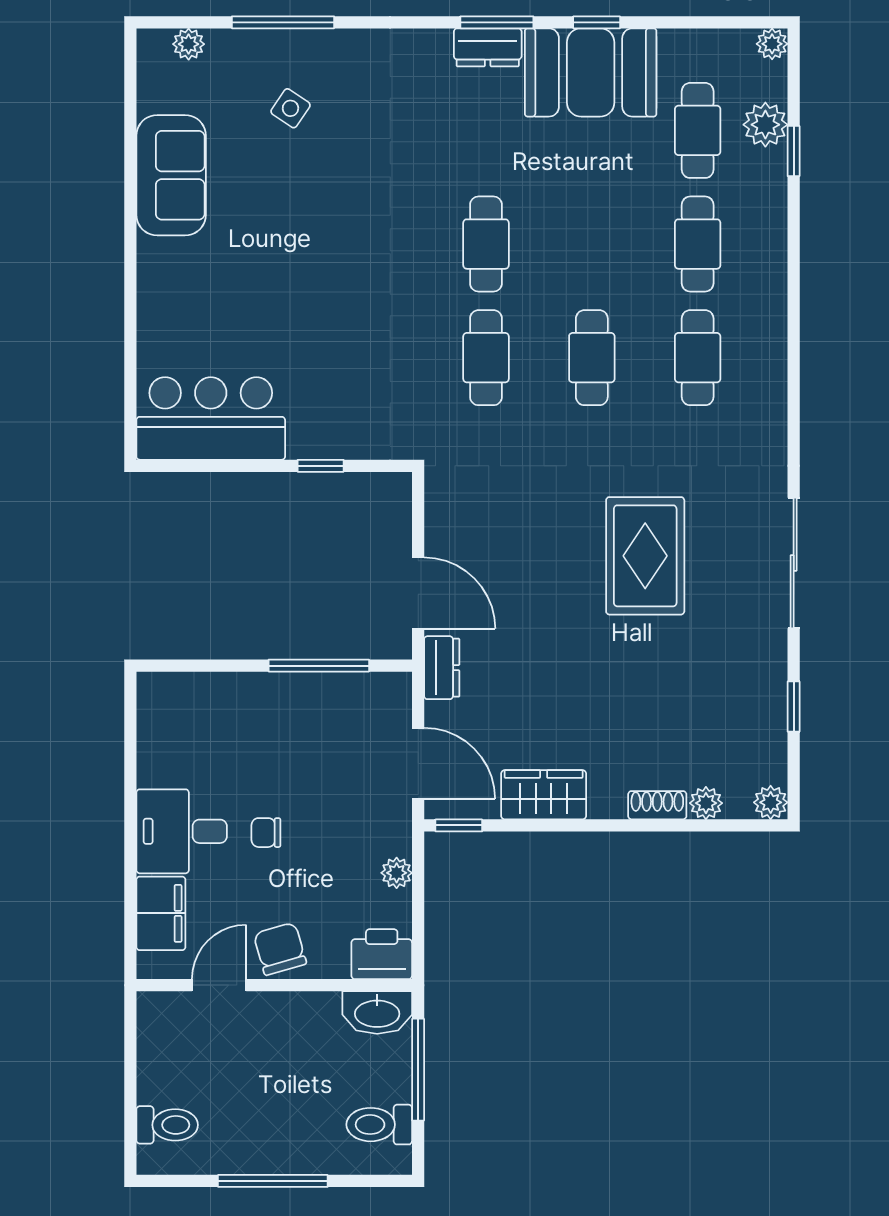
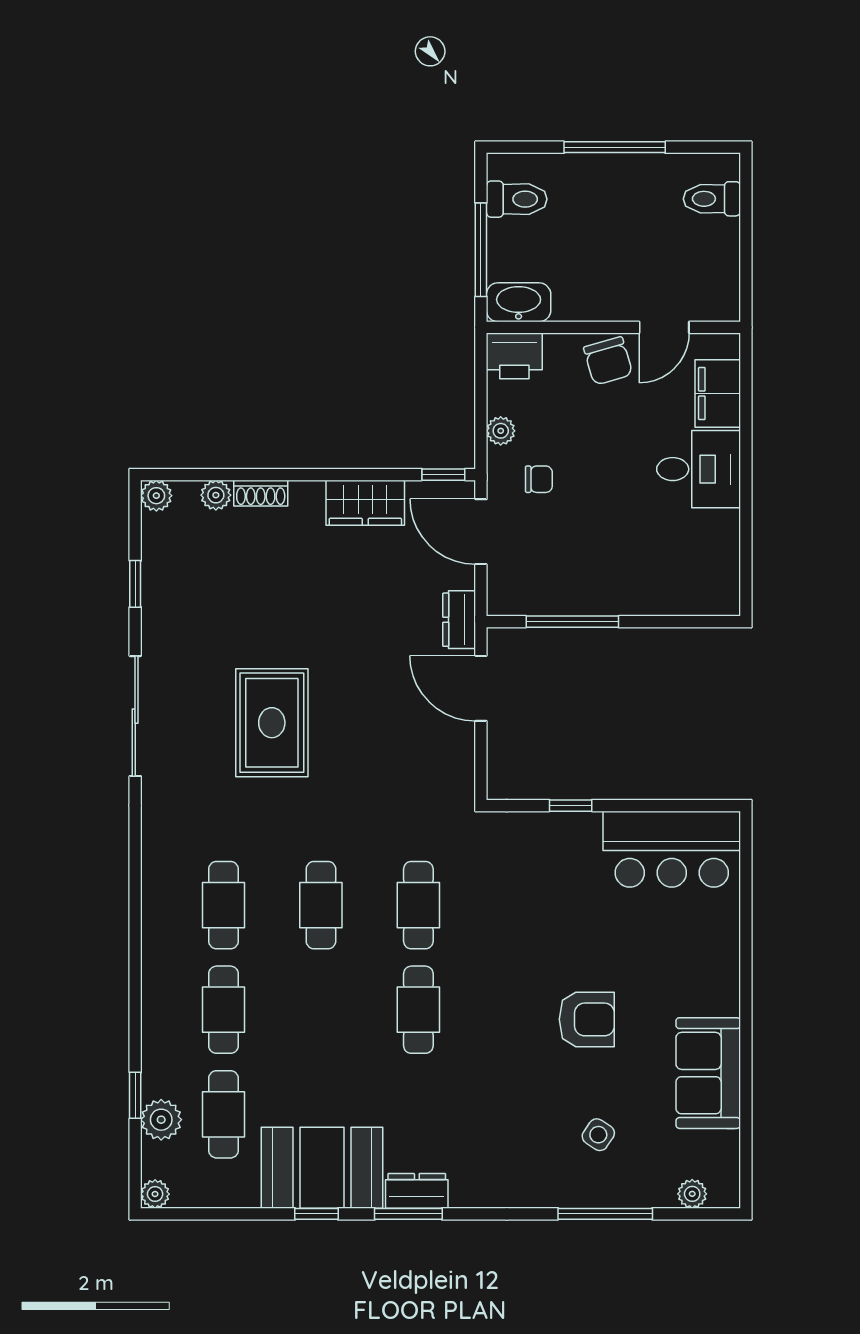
armchair: (303, 233) -> (587, 1019), added
chair: (266, 833) -> (539, 479), moved

